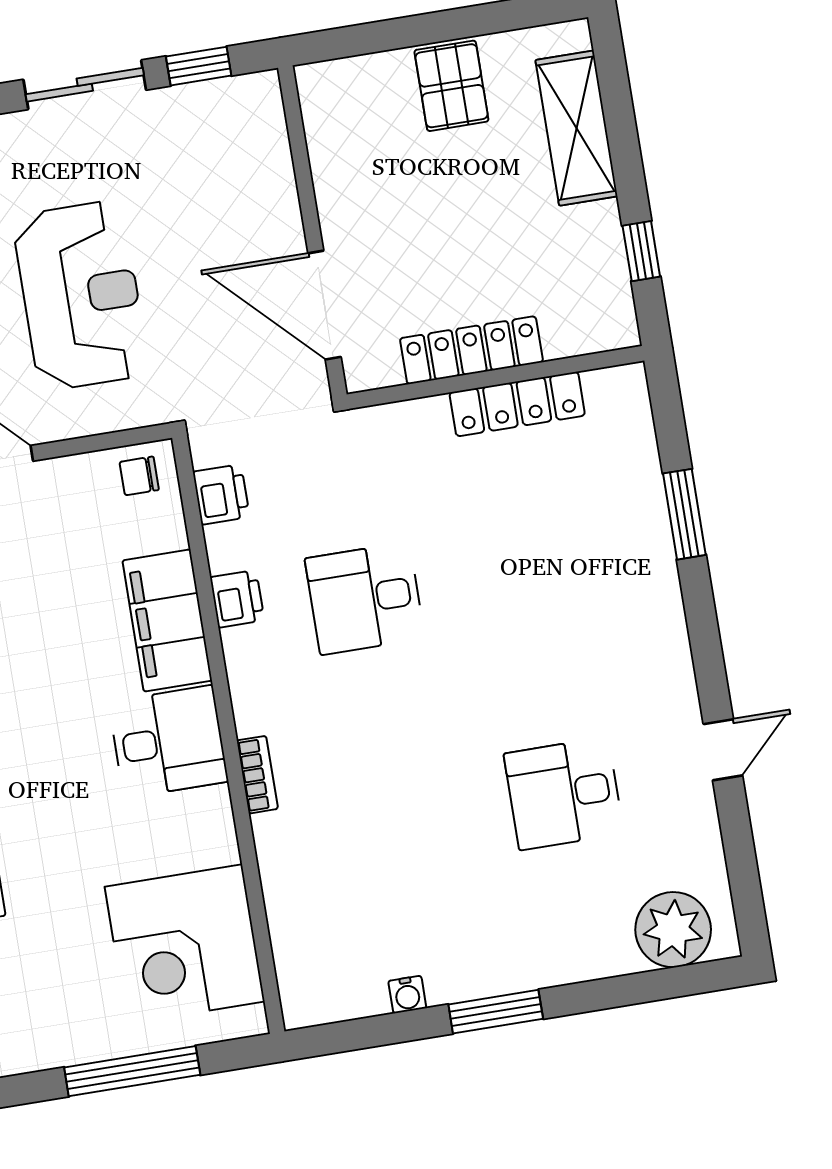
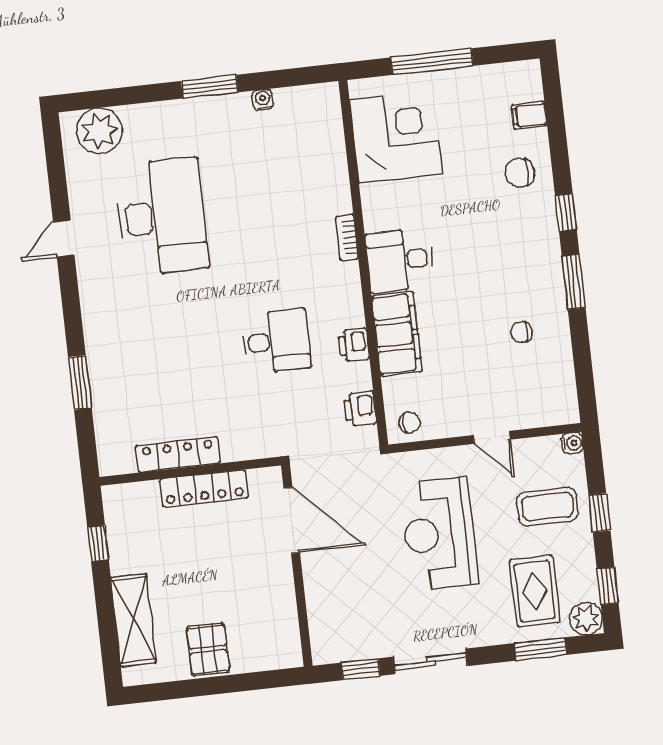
desk: (564, 794) -> (162, 217), width x1.87, depth x1.30

